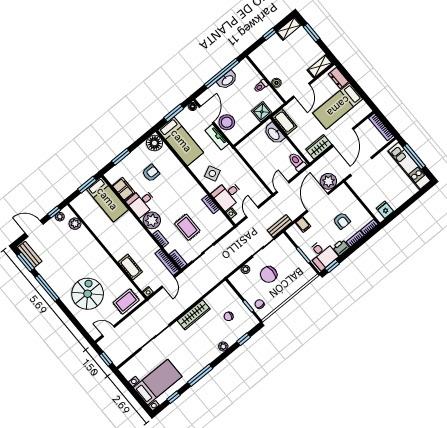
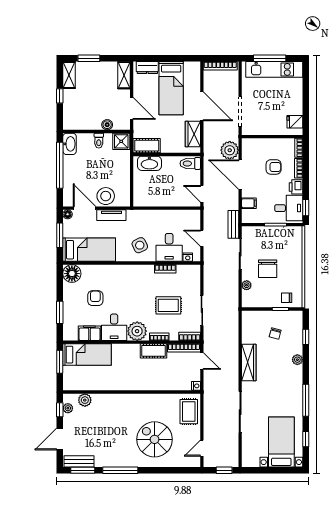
washbasin: (227, 80) -> (70, 144), moved
shower: (262, 112) -> (121, 141), moved
cot: (130, 267) -> (154, 351), moved

